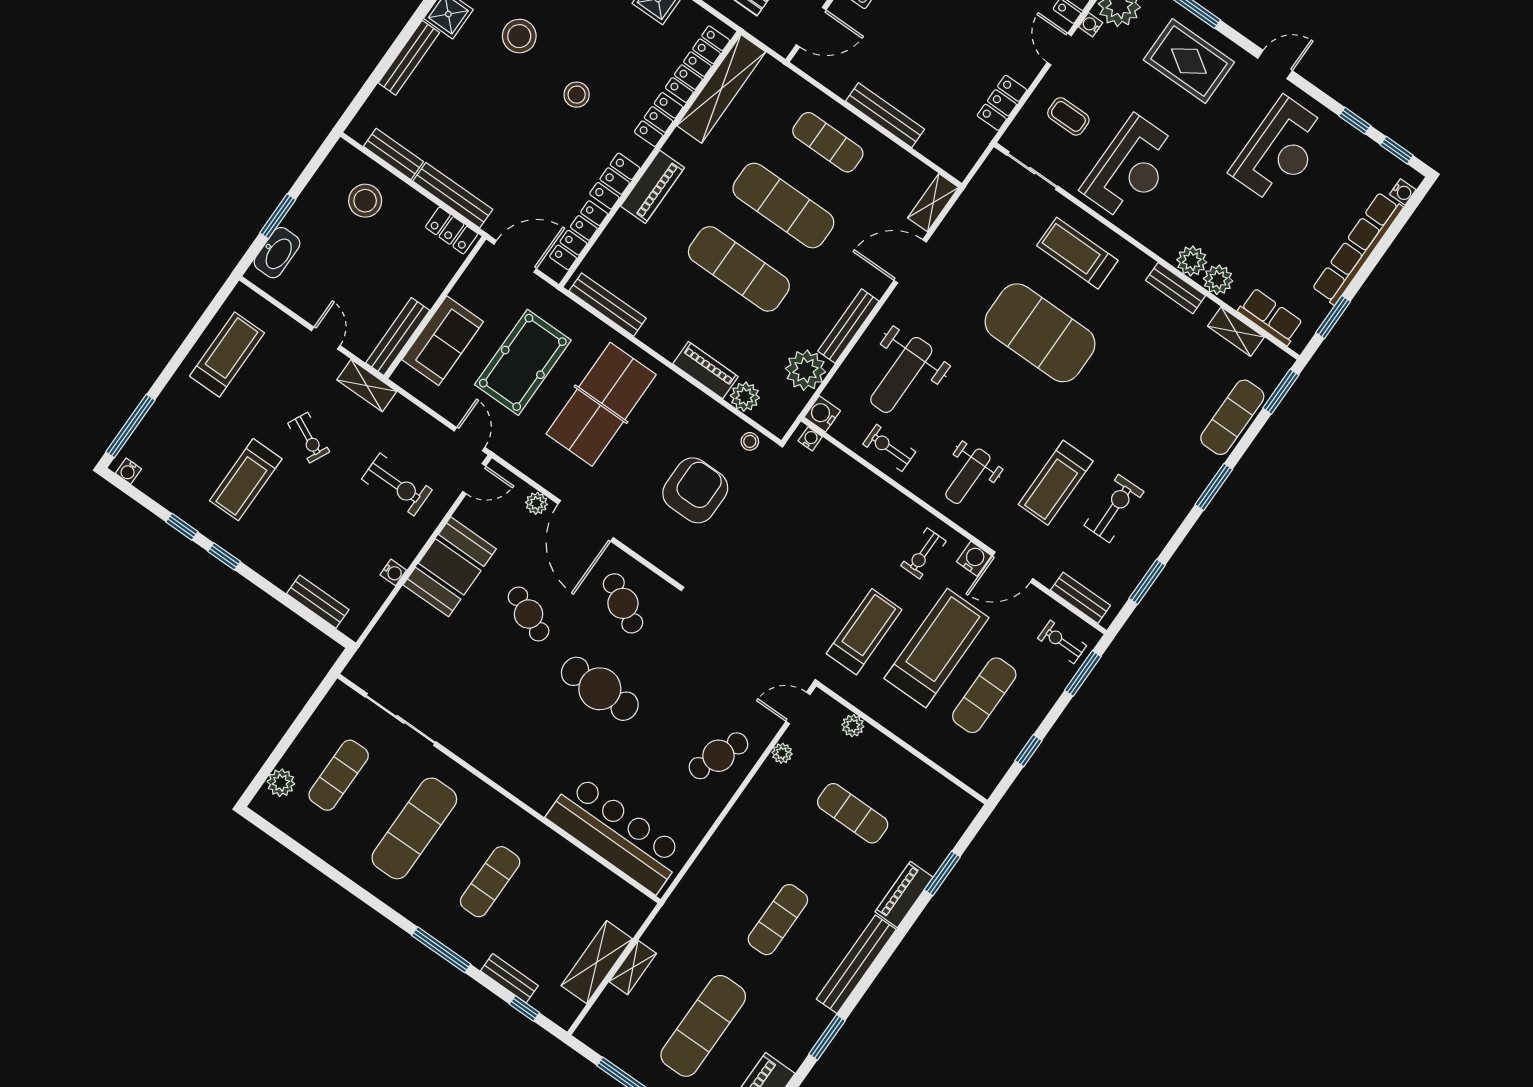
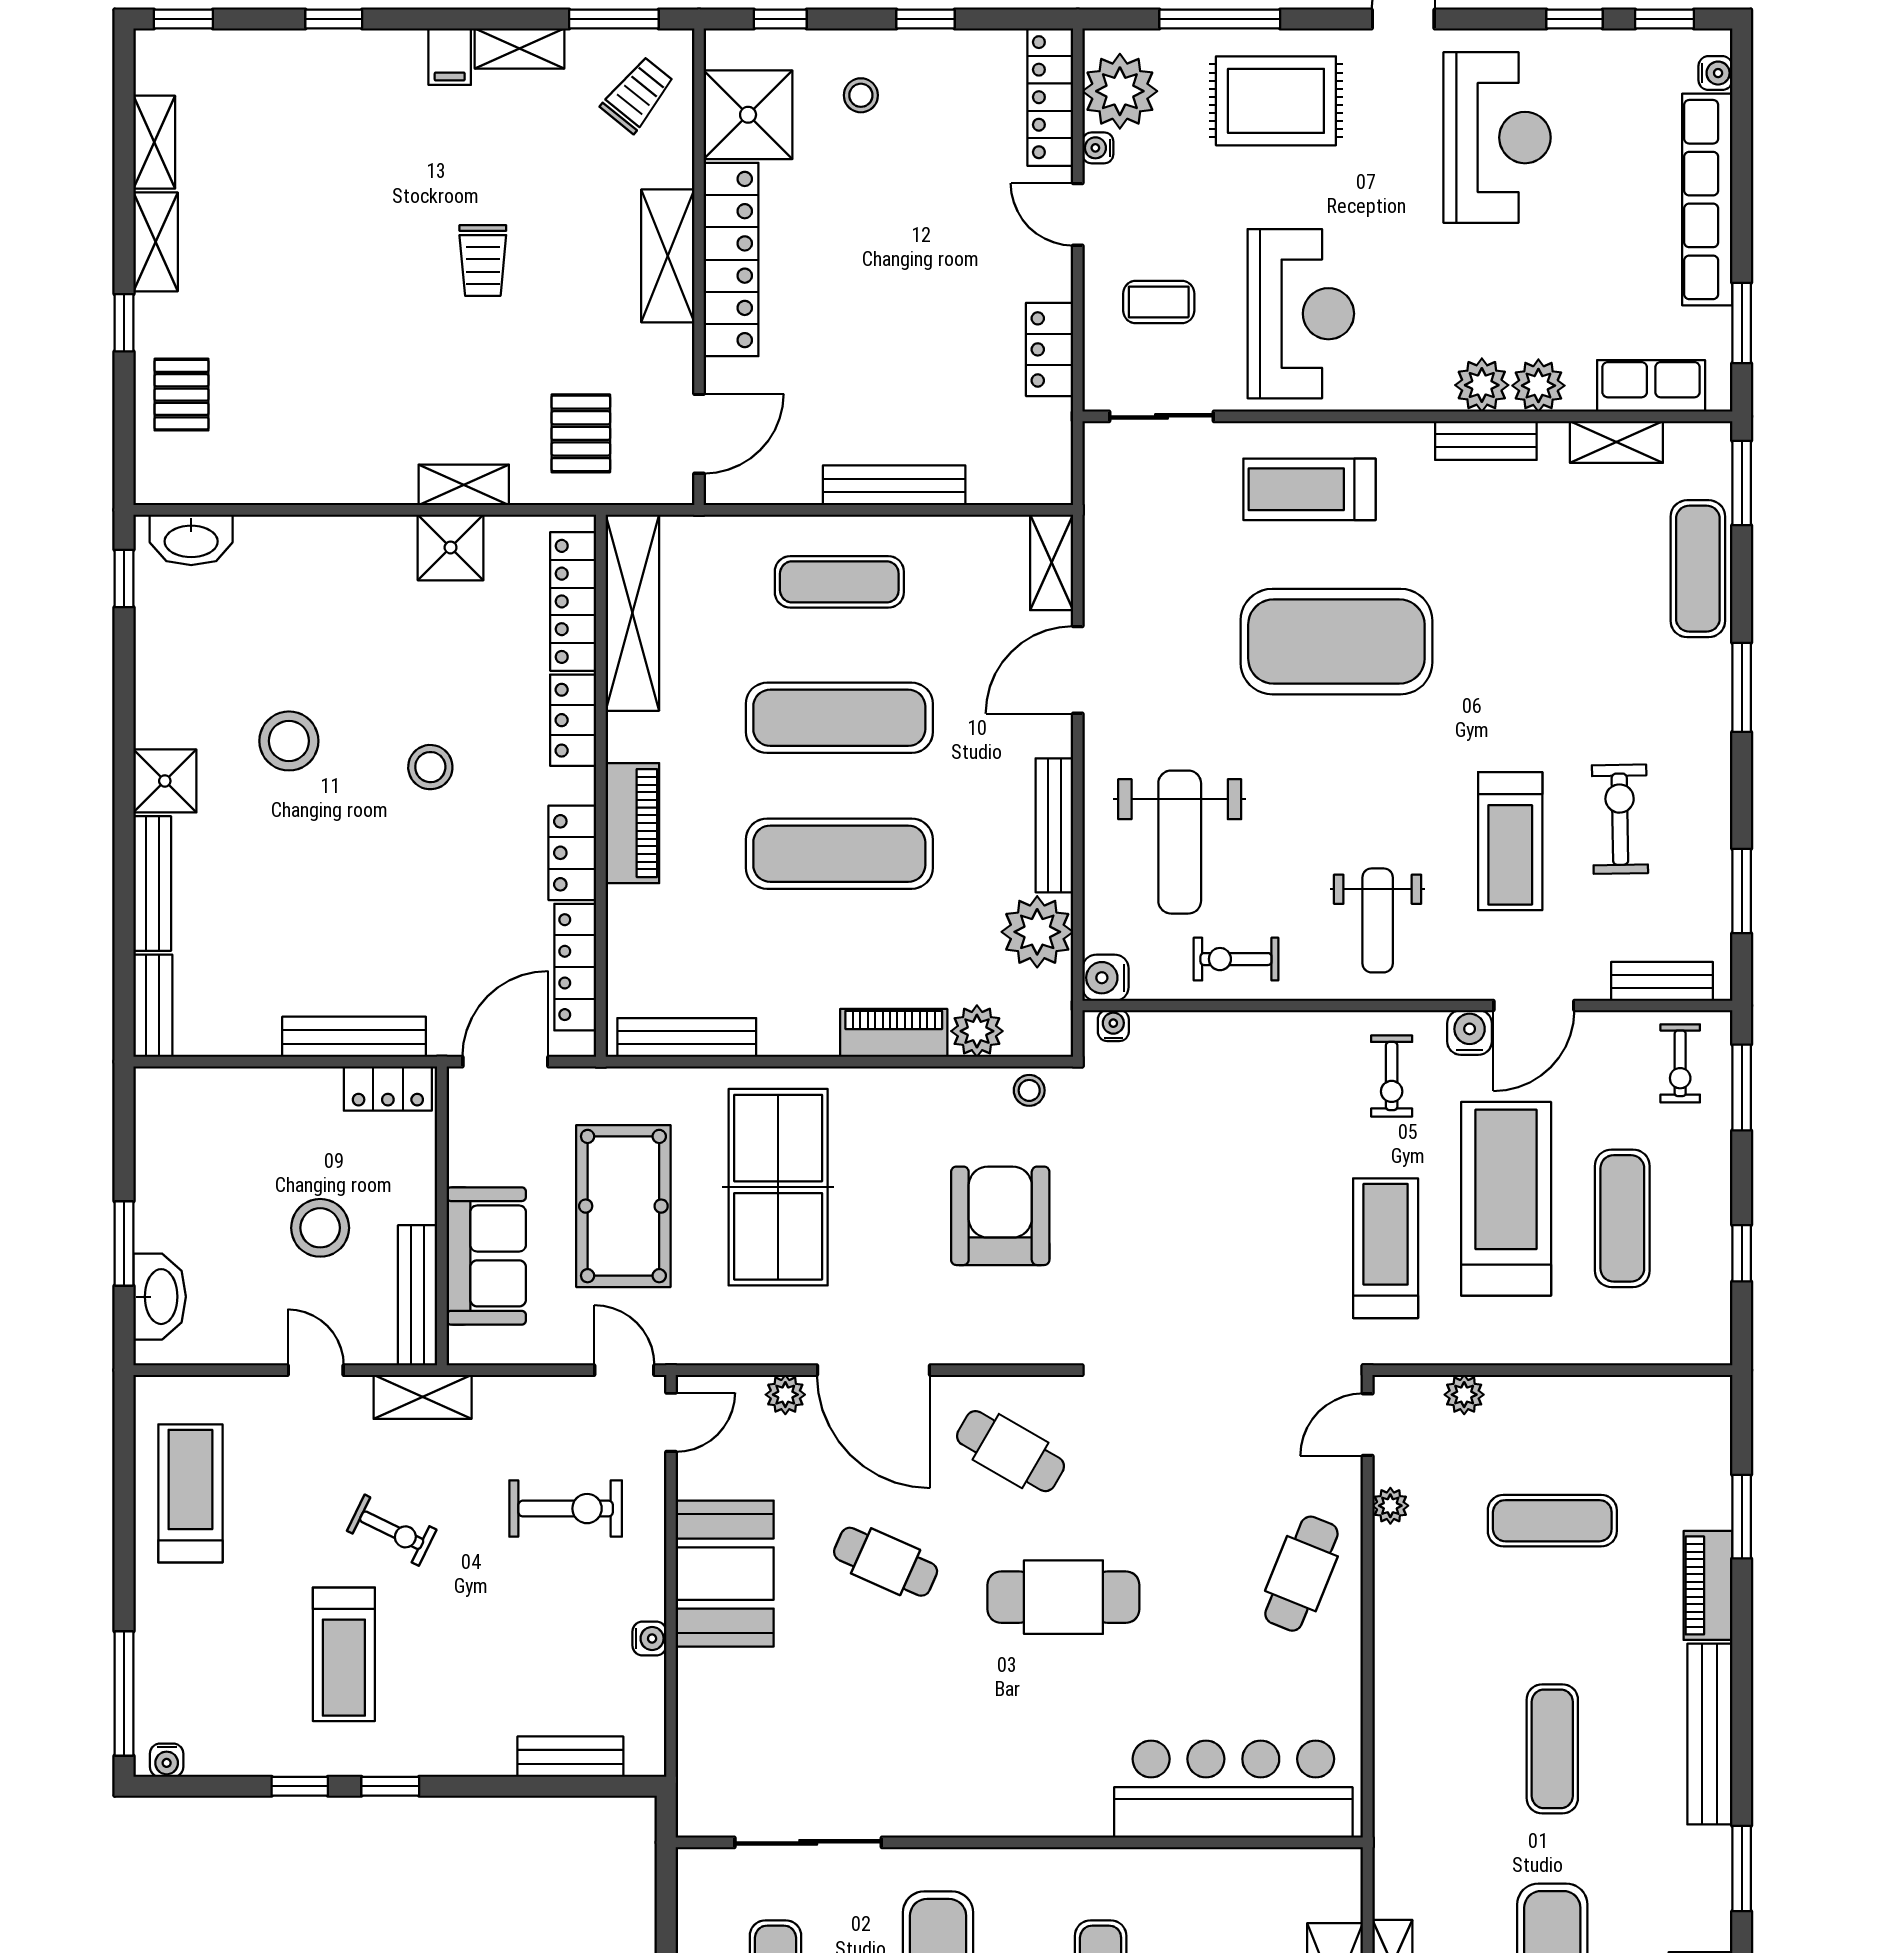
bench: (393, 154) -> (153, 1006), moved, turned 90
stool: (365, 201) -> (320, 1228), moved
exercise bike: (1062, 642) -> (1680, 1063), turned -90

